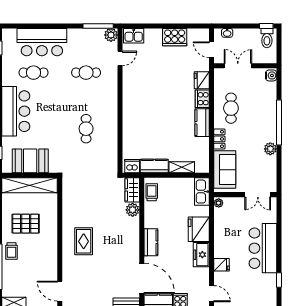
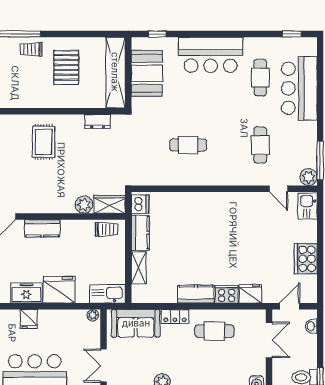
dresser: (68, 199) -> (98, 122), added
rug: (84, 241) -> (44, 142), turned 90
fridge: (222, 265) -> (29, 319), moved

